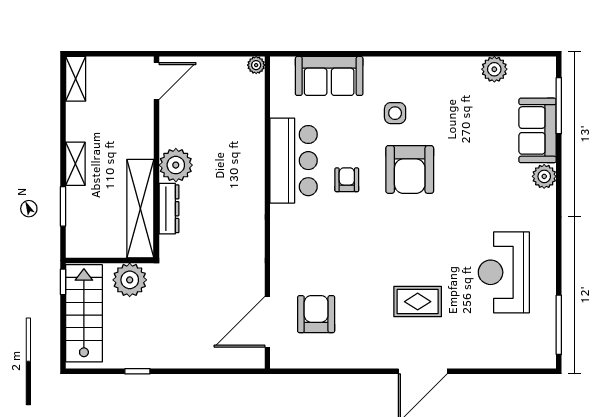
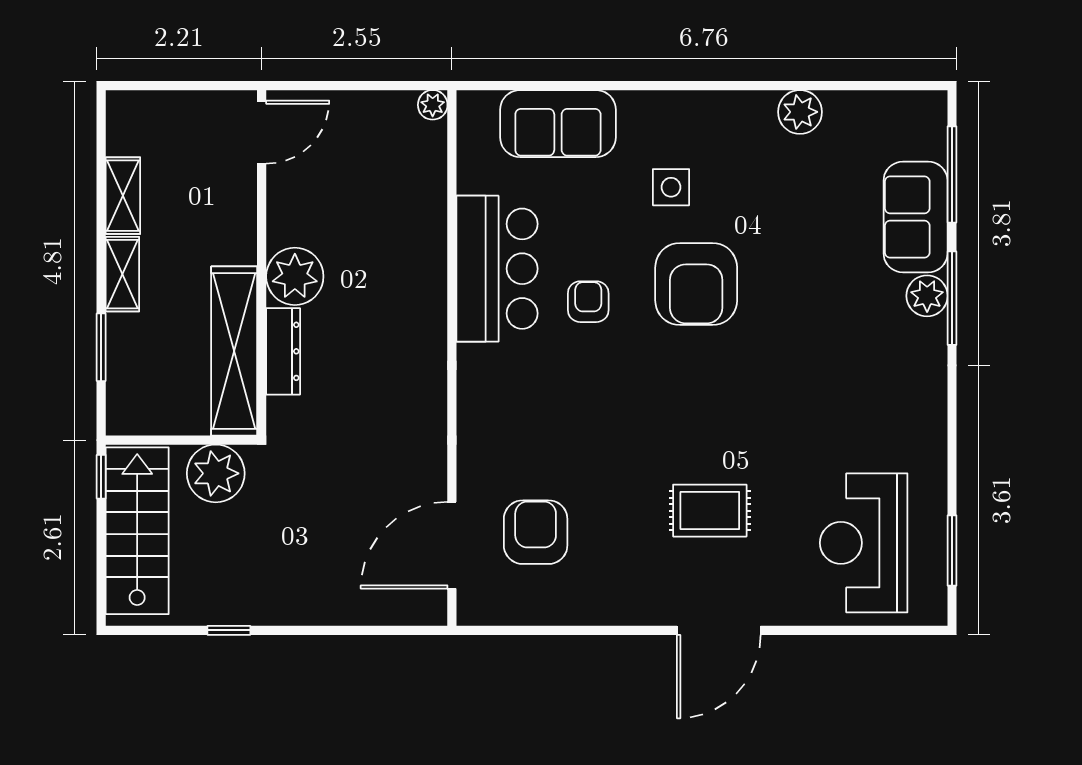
plant: (494, 69) -> (800, 112), moved
shelving: (76, 79) -> (123, 196), moved
window: (559, 178) -> (952, 298), added
reception desk: (504, 272) -> (864, 543), moved
window: (559, 325) -> (952, 551), width x0.69

